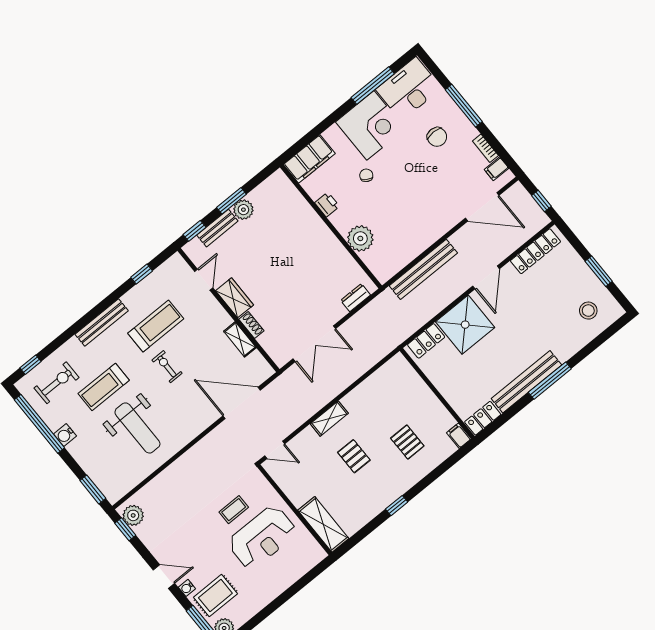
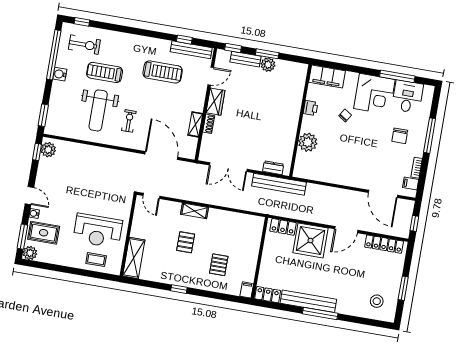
desk: (409, 89) -> (407, 97), width x0.73
bench: (423, 269) -> (279, 184), moved
bench: (102, 323) -> (191, 50), moved
exercise bike: (167, 367) -> (129, 121), moved
coffee table: (234, 510) -> (96, 260), moved

